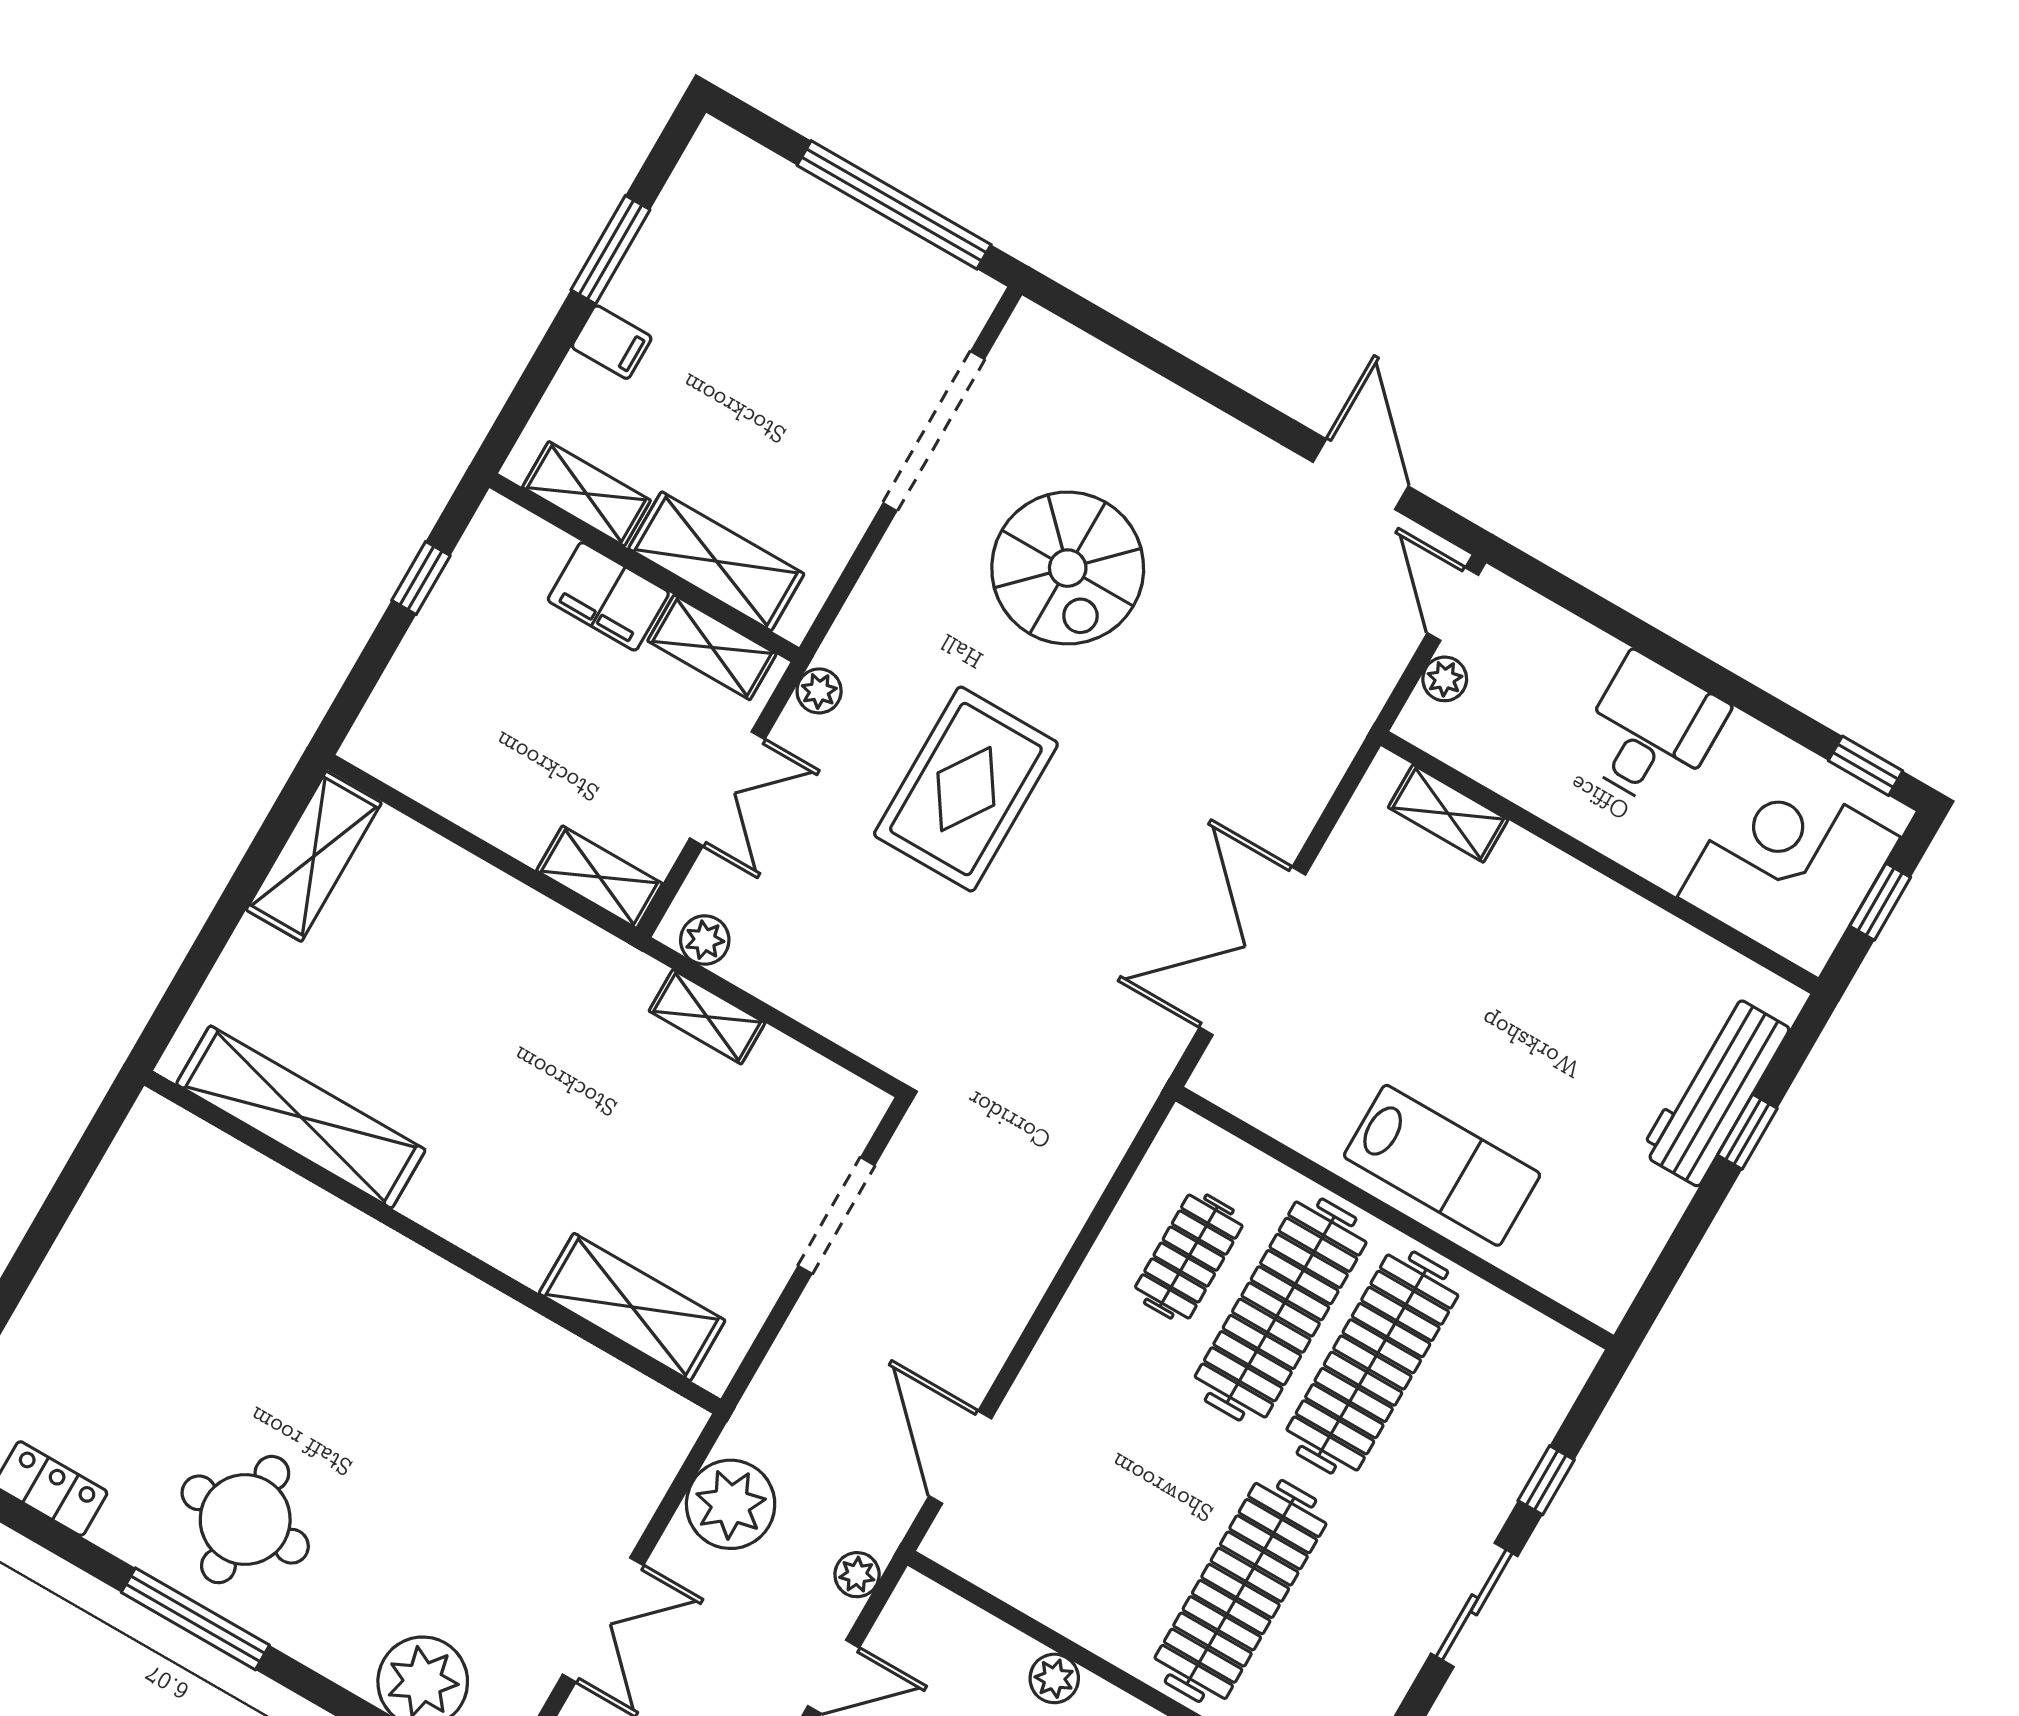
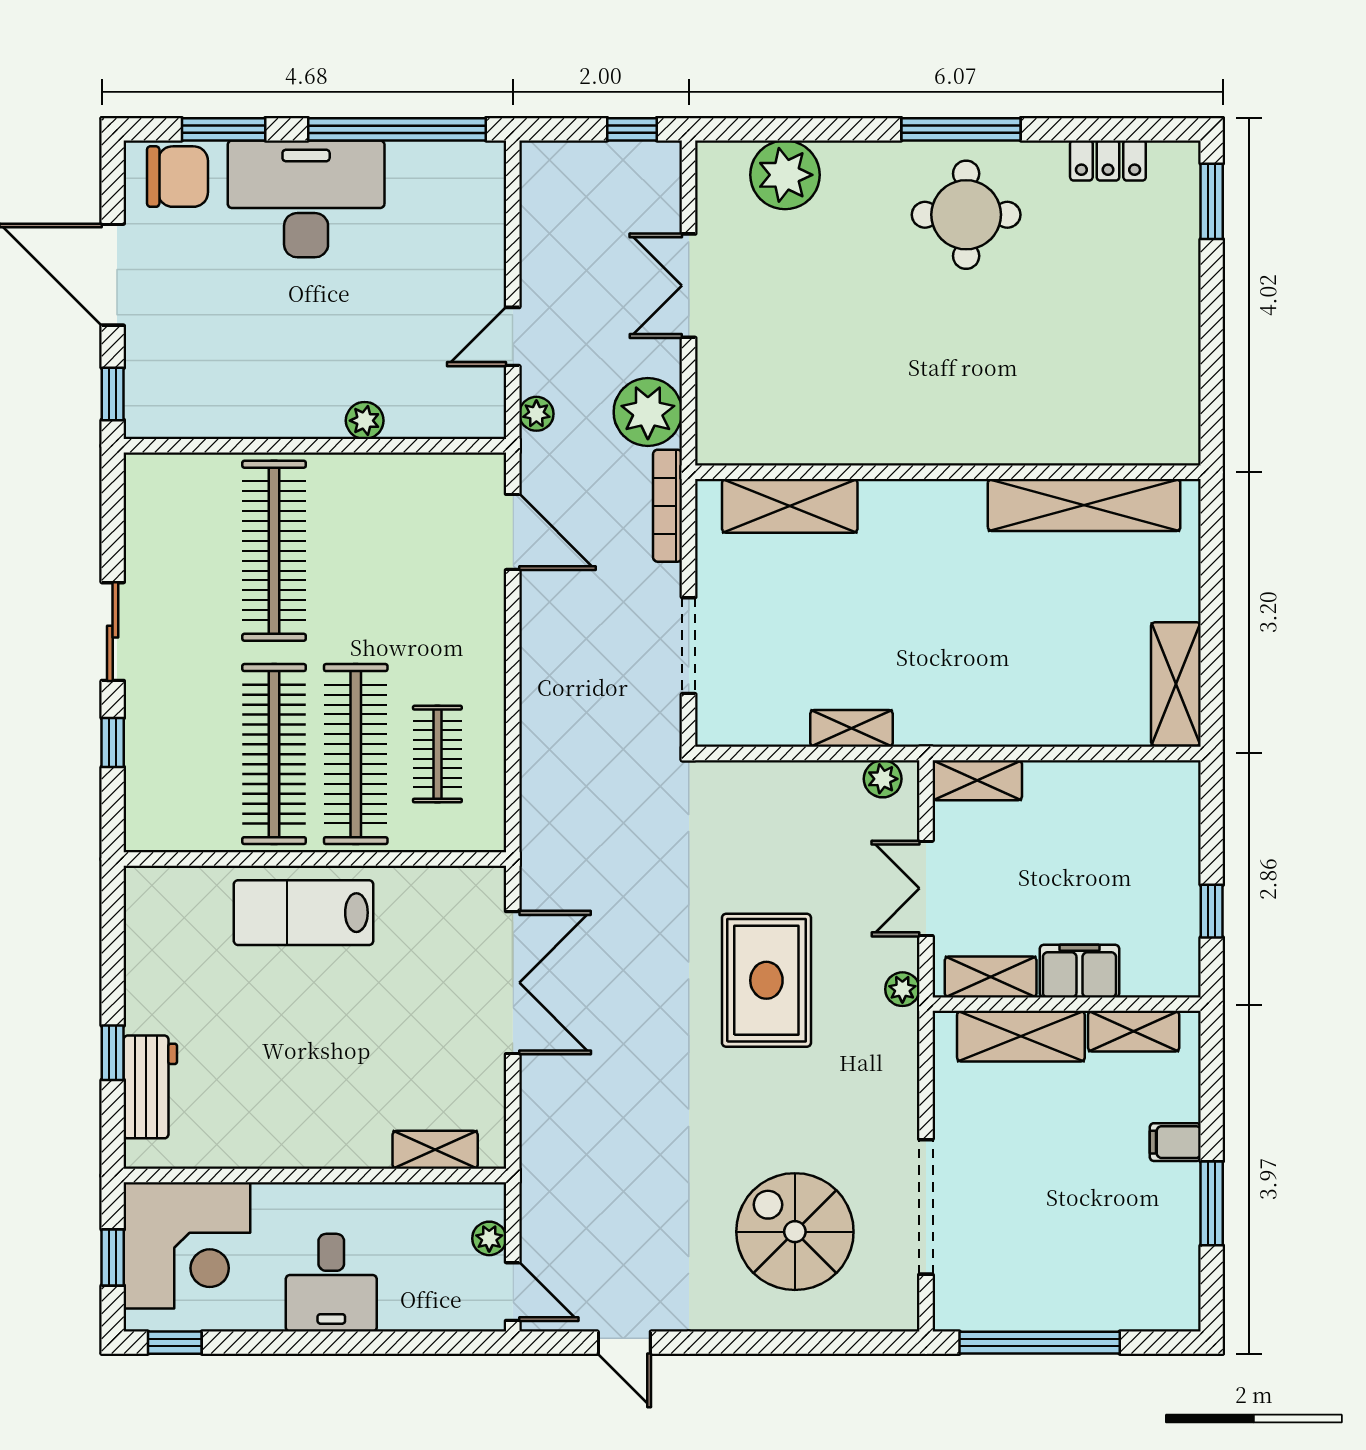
door: (1361, 474) -> (624, 1343), width x0.73
spiral stairs: (1068, 568) -> (795, 1232), moved
workbench: (1715, 1091) -> (150, 1087), width x0.73
bookcase: (769, 1386) -> (668, 506), added

